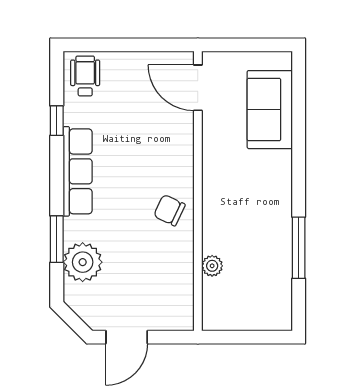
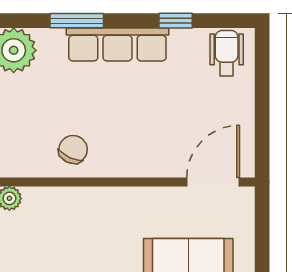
wheelchair: (85, 76) -> (227, 53), turned -90
window: (57, 239) -> (77, 21), moved

